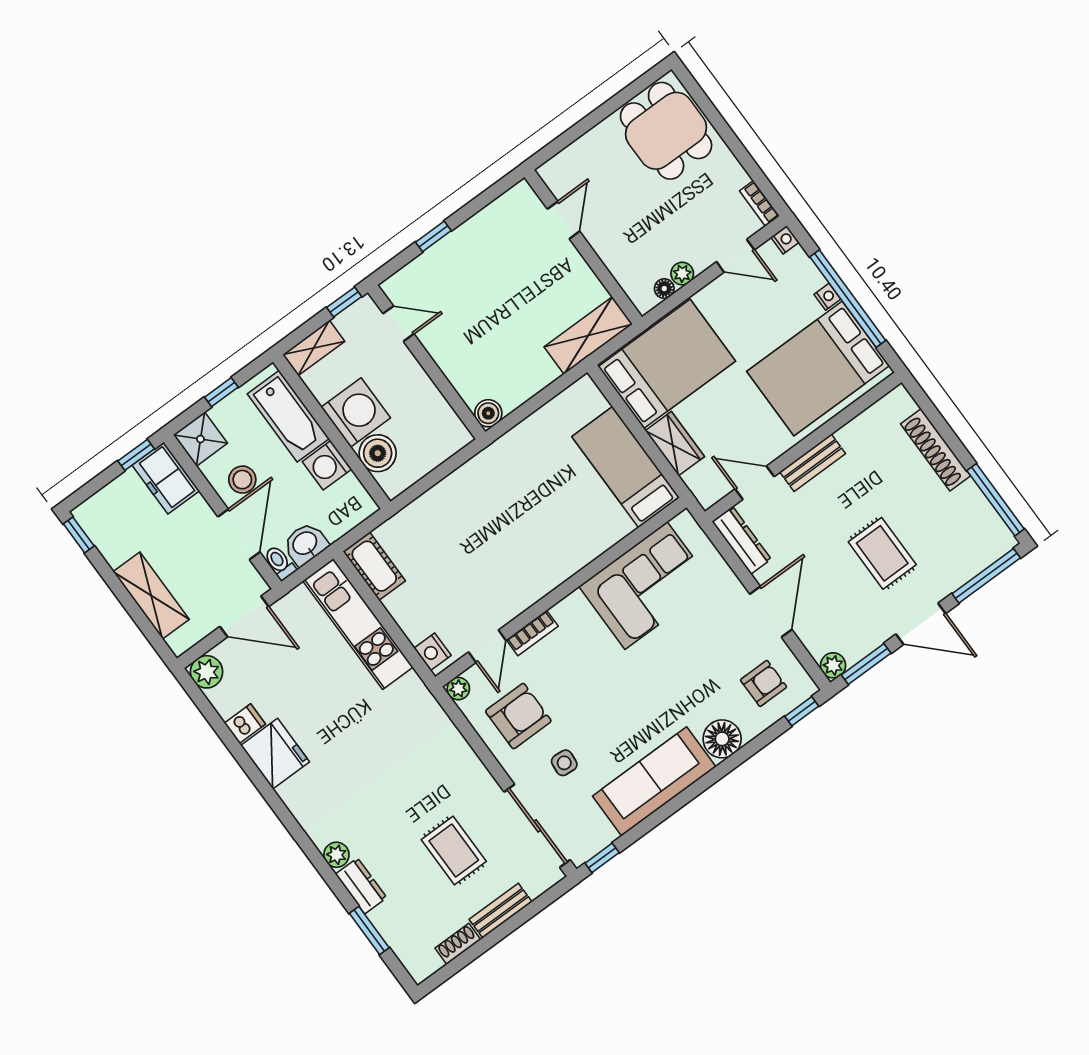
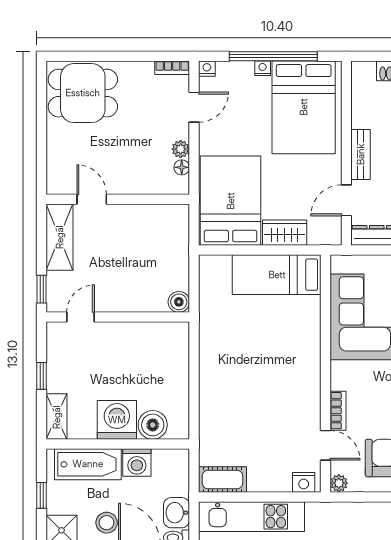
door: (398, 324) -> (81, 317), moved
shelving: (588, 335) -> (60, 237), moved
wall: (427, 362) -> (118, 317), moved
boiler: (488, 413) -> (179, 302), moved

